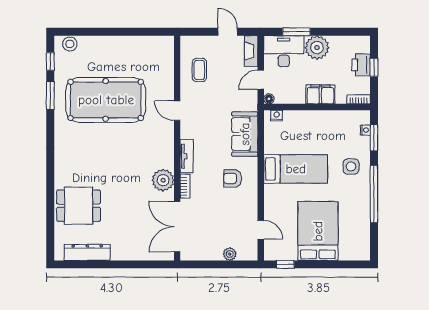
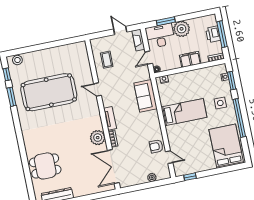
window: (374, 67) -> (222, 34), width x2.17
armchair: (233, 178) -> (156, 146), moved
bed: (318, 231) -> (226, 146), moved

